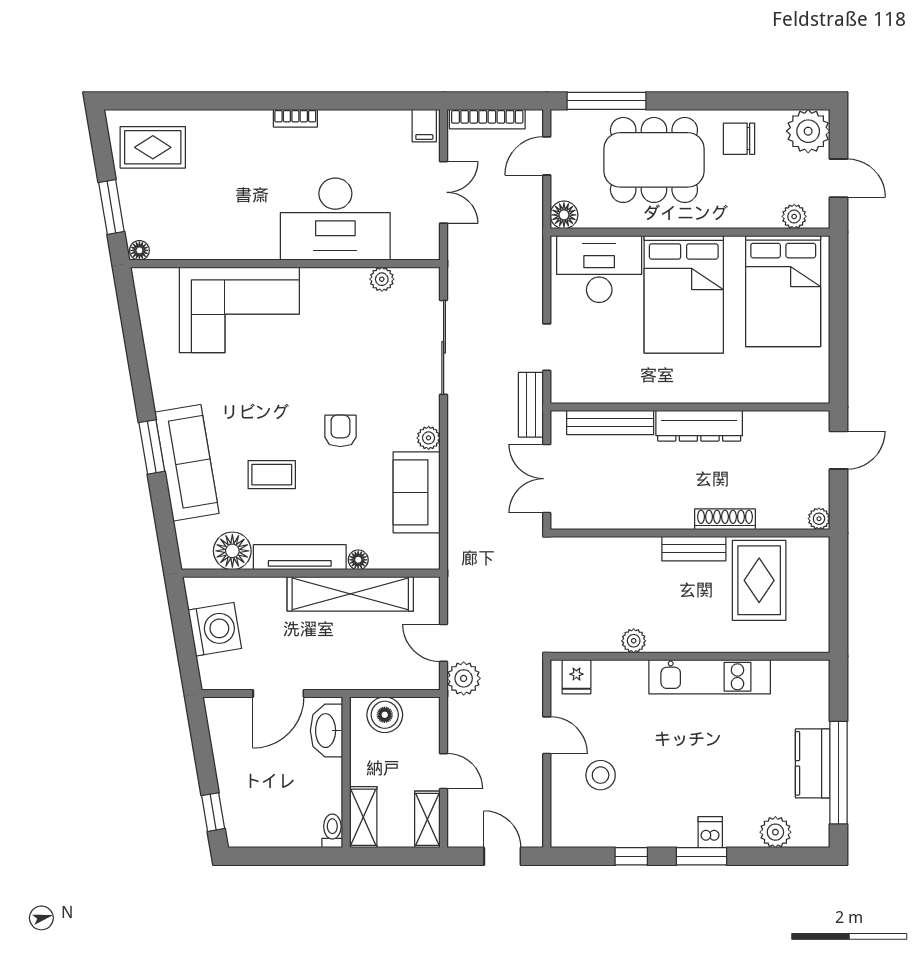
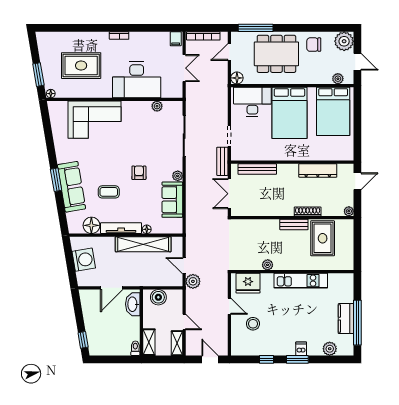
rug: (153, 147) -> (81, 66), moved, width x1.36, depth x1.43
dresser: (699, 426) -> (318, 170), moved
fridge: (576, 677) -> (248, 283), width x1.88, depth x1.34

